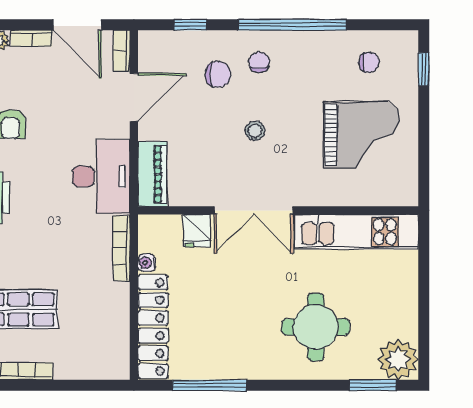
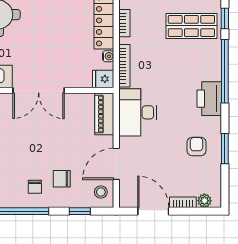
bookcase: (122, 51) -> (124, 23), moved
stool: (255, 131) -> (101, 192), moved
double door: (254, 210) -> (39, 90), swing flipped
fridge: (197, 231) -> (103, 79), moved, turned -90

